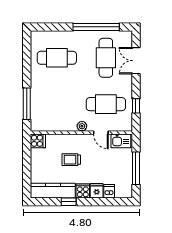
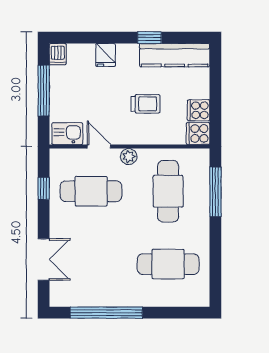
cafe table: (106, 58) -> (168, 191), moved
cooker: (83, 191) -> (199, 110), moved, turned 90
dishwasher: (109, 191) -> (58, 54), moved

